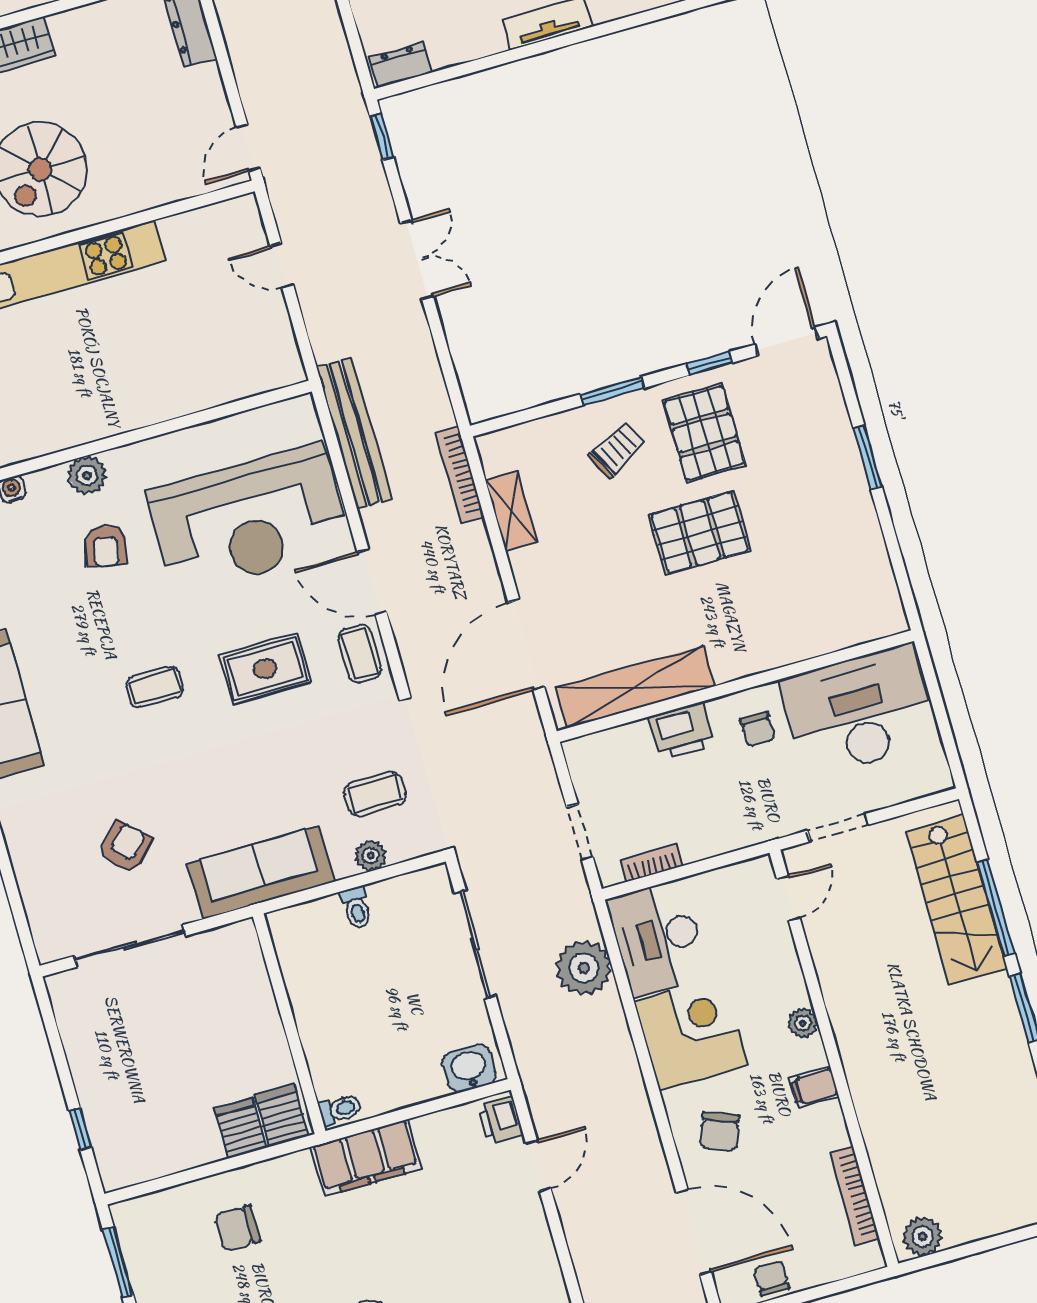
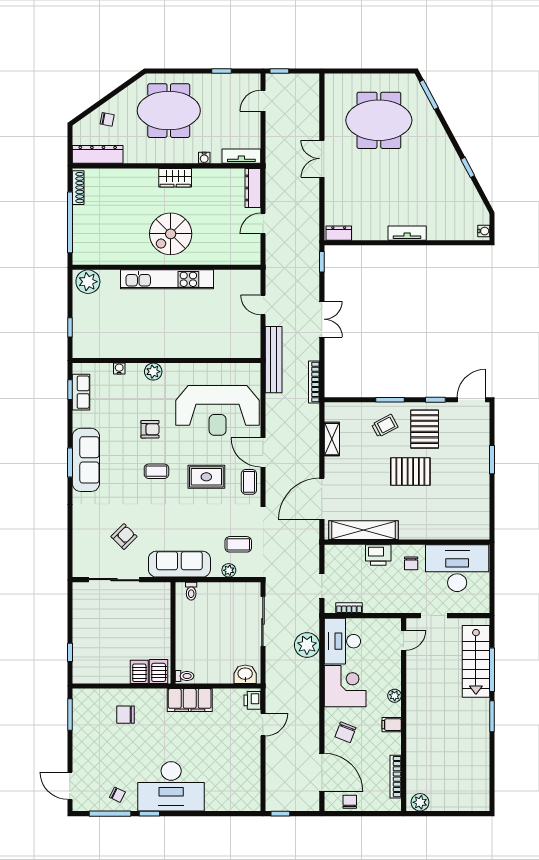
door: (248, 148) -> (263, 223), moved
bench: (354, 433) -> (274, 360), moved
bookcase: (460, 474) -> (314, 382), moved
armchair: (106, 546) -> (150, 429), moved, turned -102
toilet: (356, 908) -> (191, 591), moved

